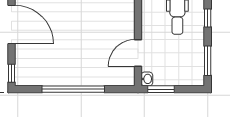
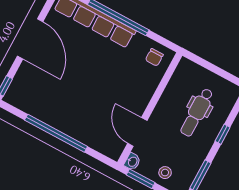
door: (138, 53) -> (137, 132), hinge flipped
stool: (178, 74) -> (165, 173), added

